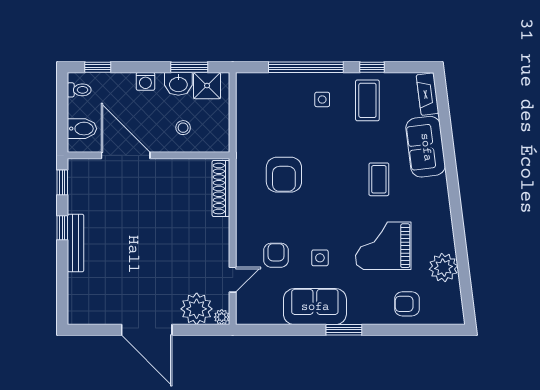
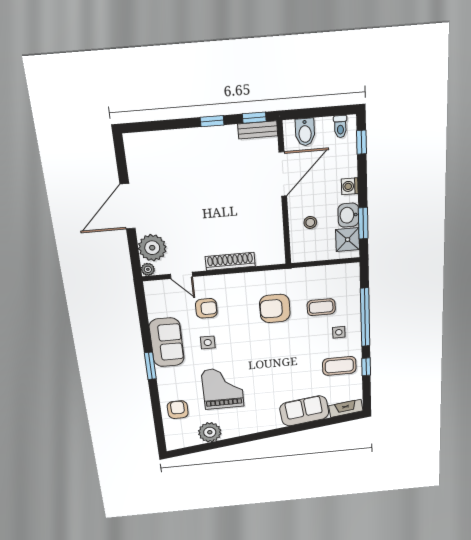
coffee table: (379, 179) -> (321, 307), moved
shoe rack: (221, 189) -> (230, 261), moved
bench: (76, 243) -> (258, 130), moved, width x0.73

